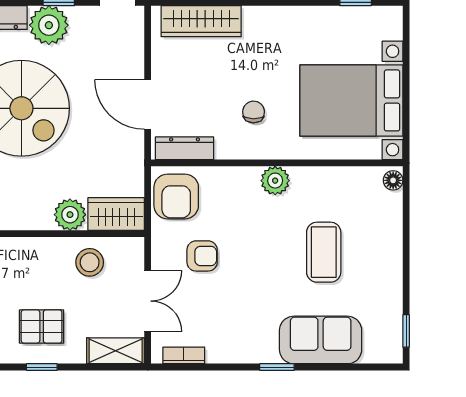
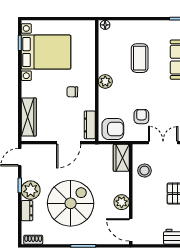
bed with nightstands: (351, 100) -> (46, 52), moved, turned -90
plant: (70, 215) -> (122, 202), moved
coffee table: (324, 252) -> (140, 58), turned 90

